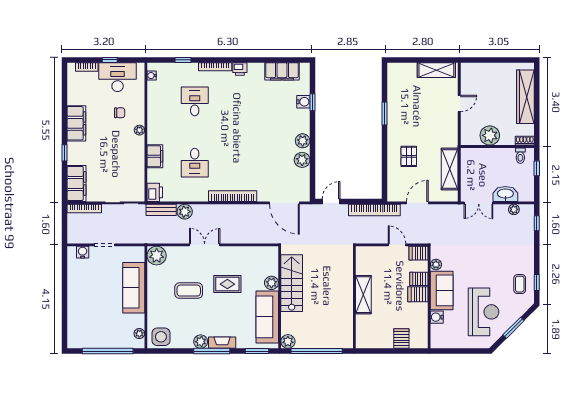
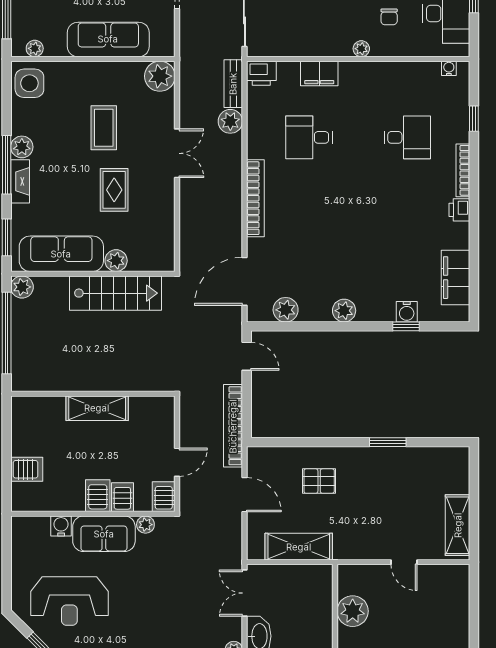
plant: (302, 160) -> (286, 310), moved

